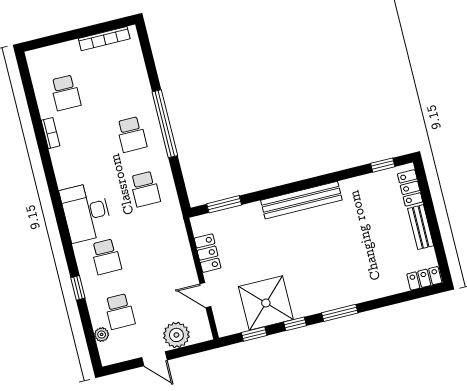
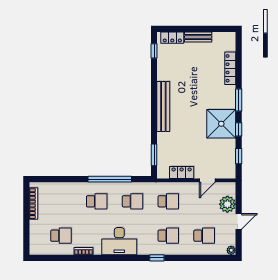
window: (165, 124) -> (110, 179), moved
desk: (86, 212) -> (119, 241), moved
school desk: (159, 244) -> (168, 201), added
locker: (424, 278) -> (230, 68), moved, width x1.53
window: (78, 288) -> (157, 258), moved
shower: (266, 303) -> (221, 124), moved
plant: (102, 334) -> (231, 250), moved

